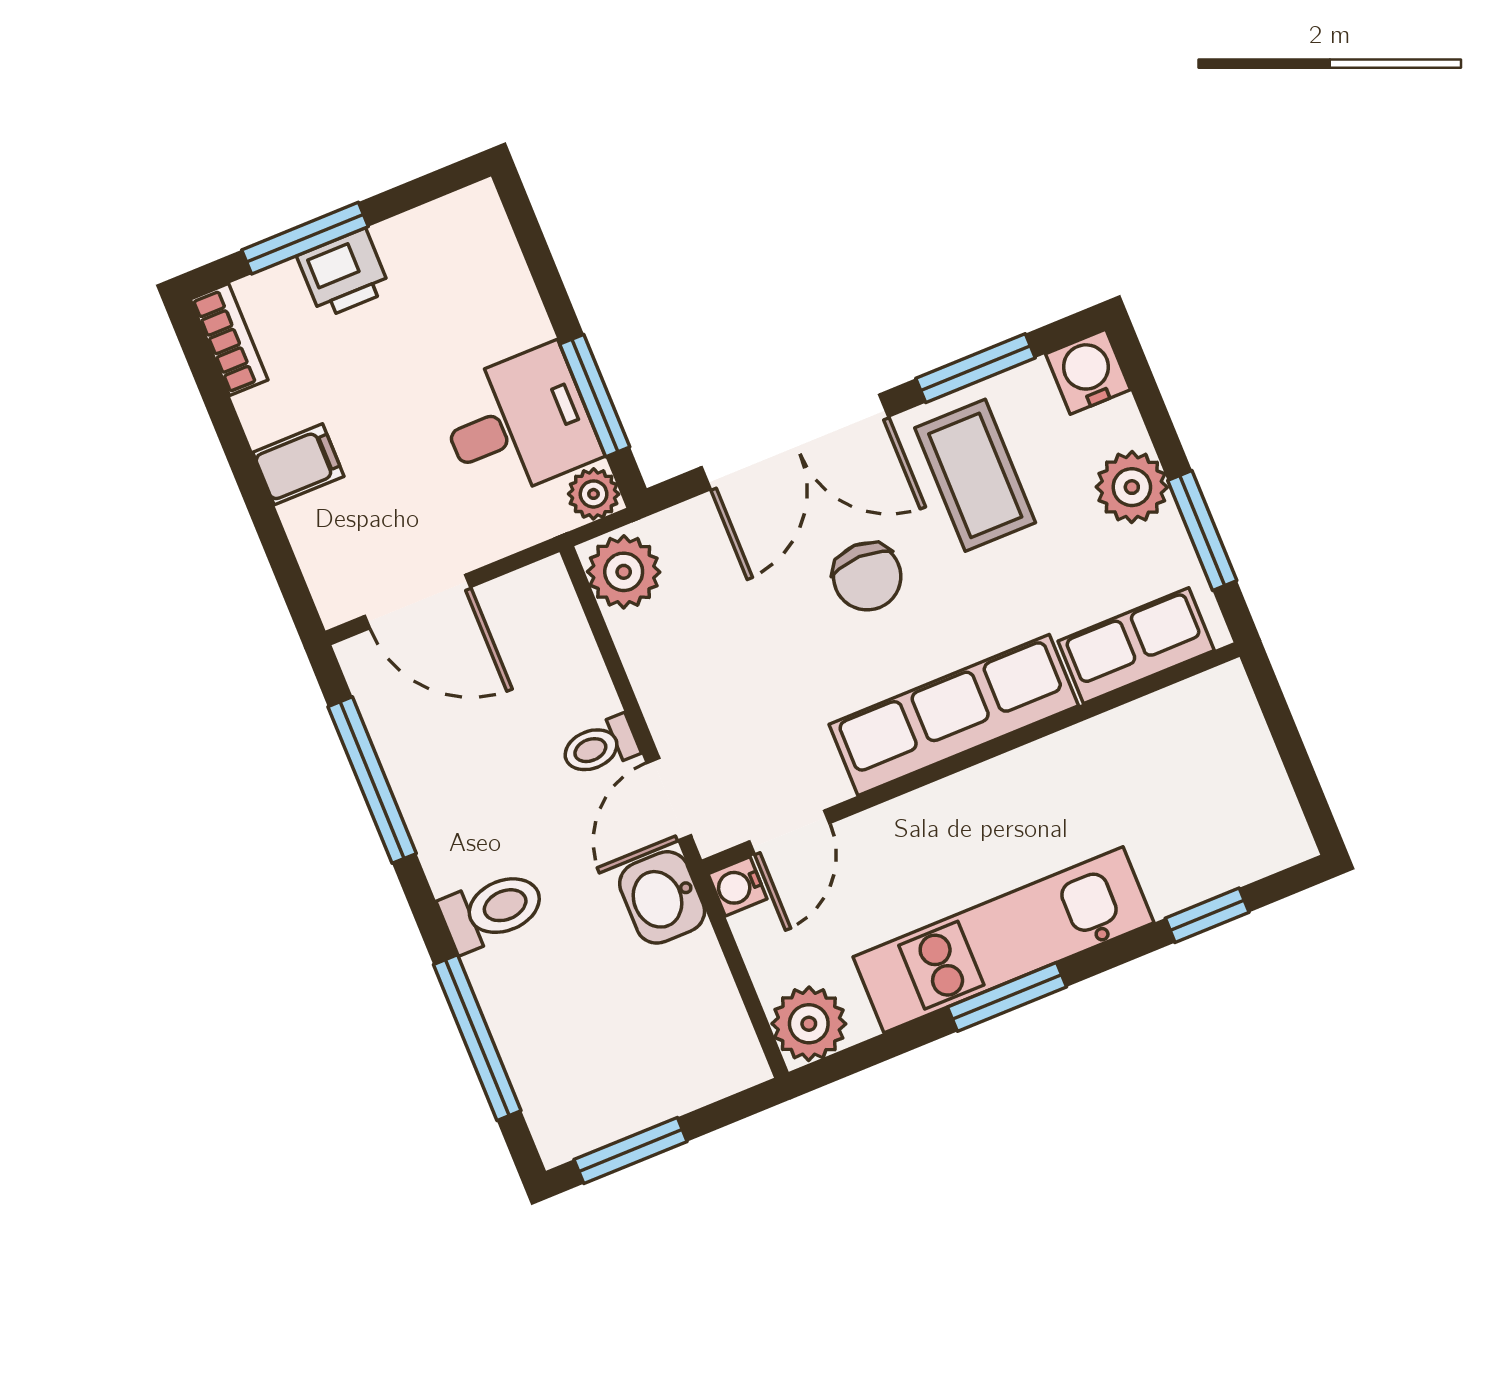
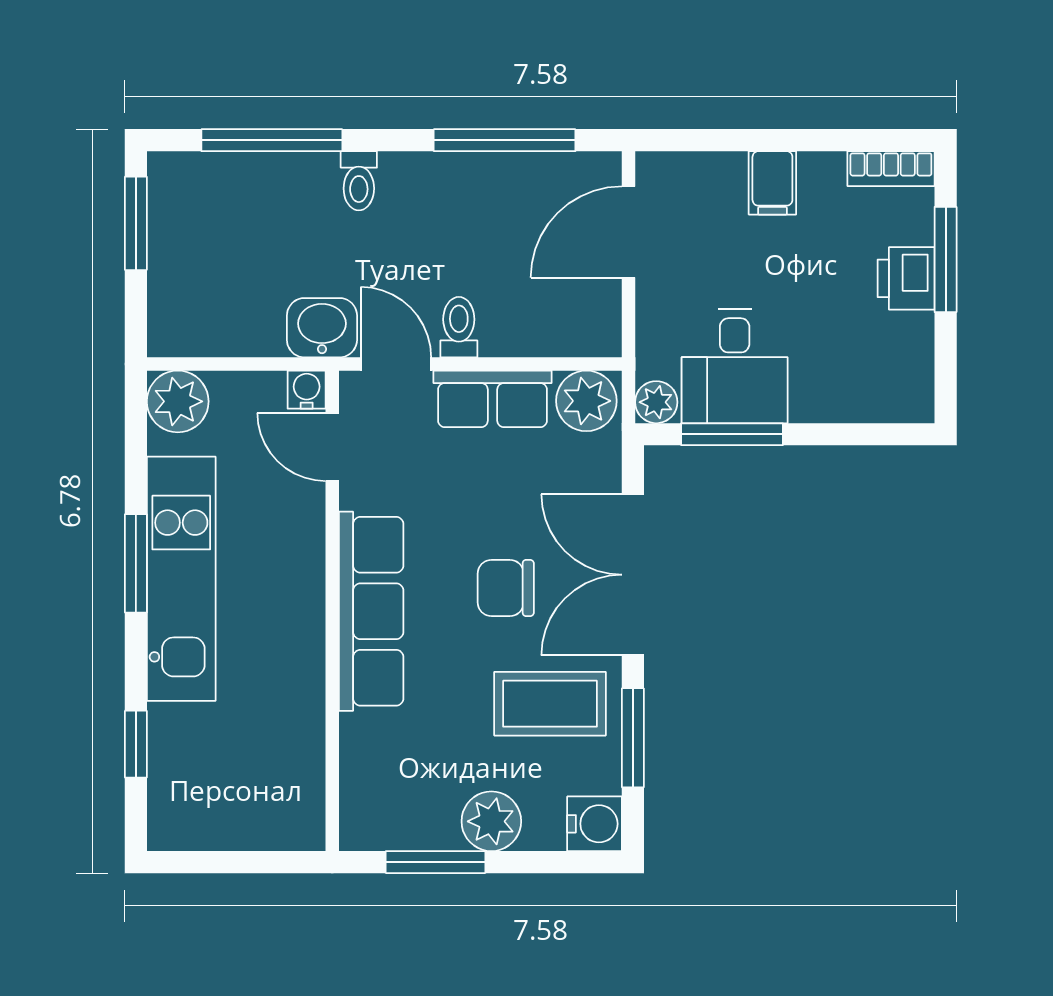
row of seats: (1136, 646) -> (493, 399), moved, turned 90
toilet: (492, 910) -> (359, 181), width x0.73, depth x0.72

